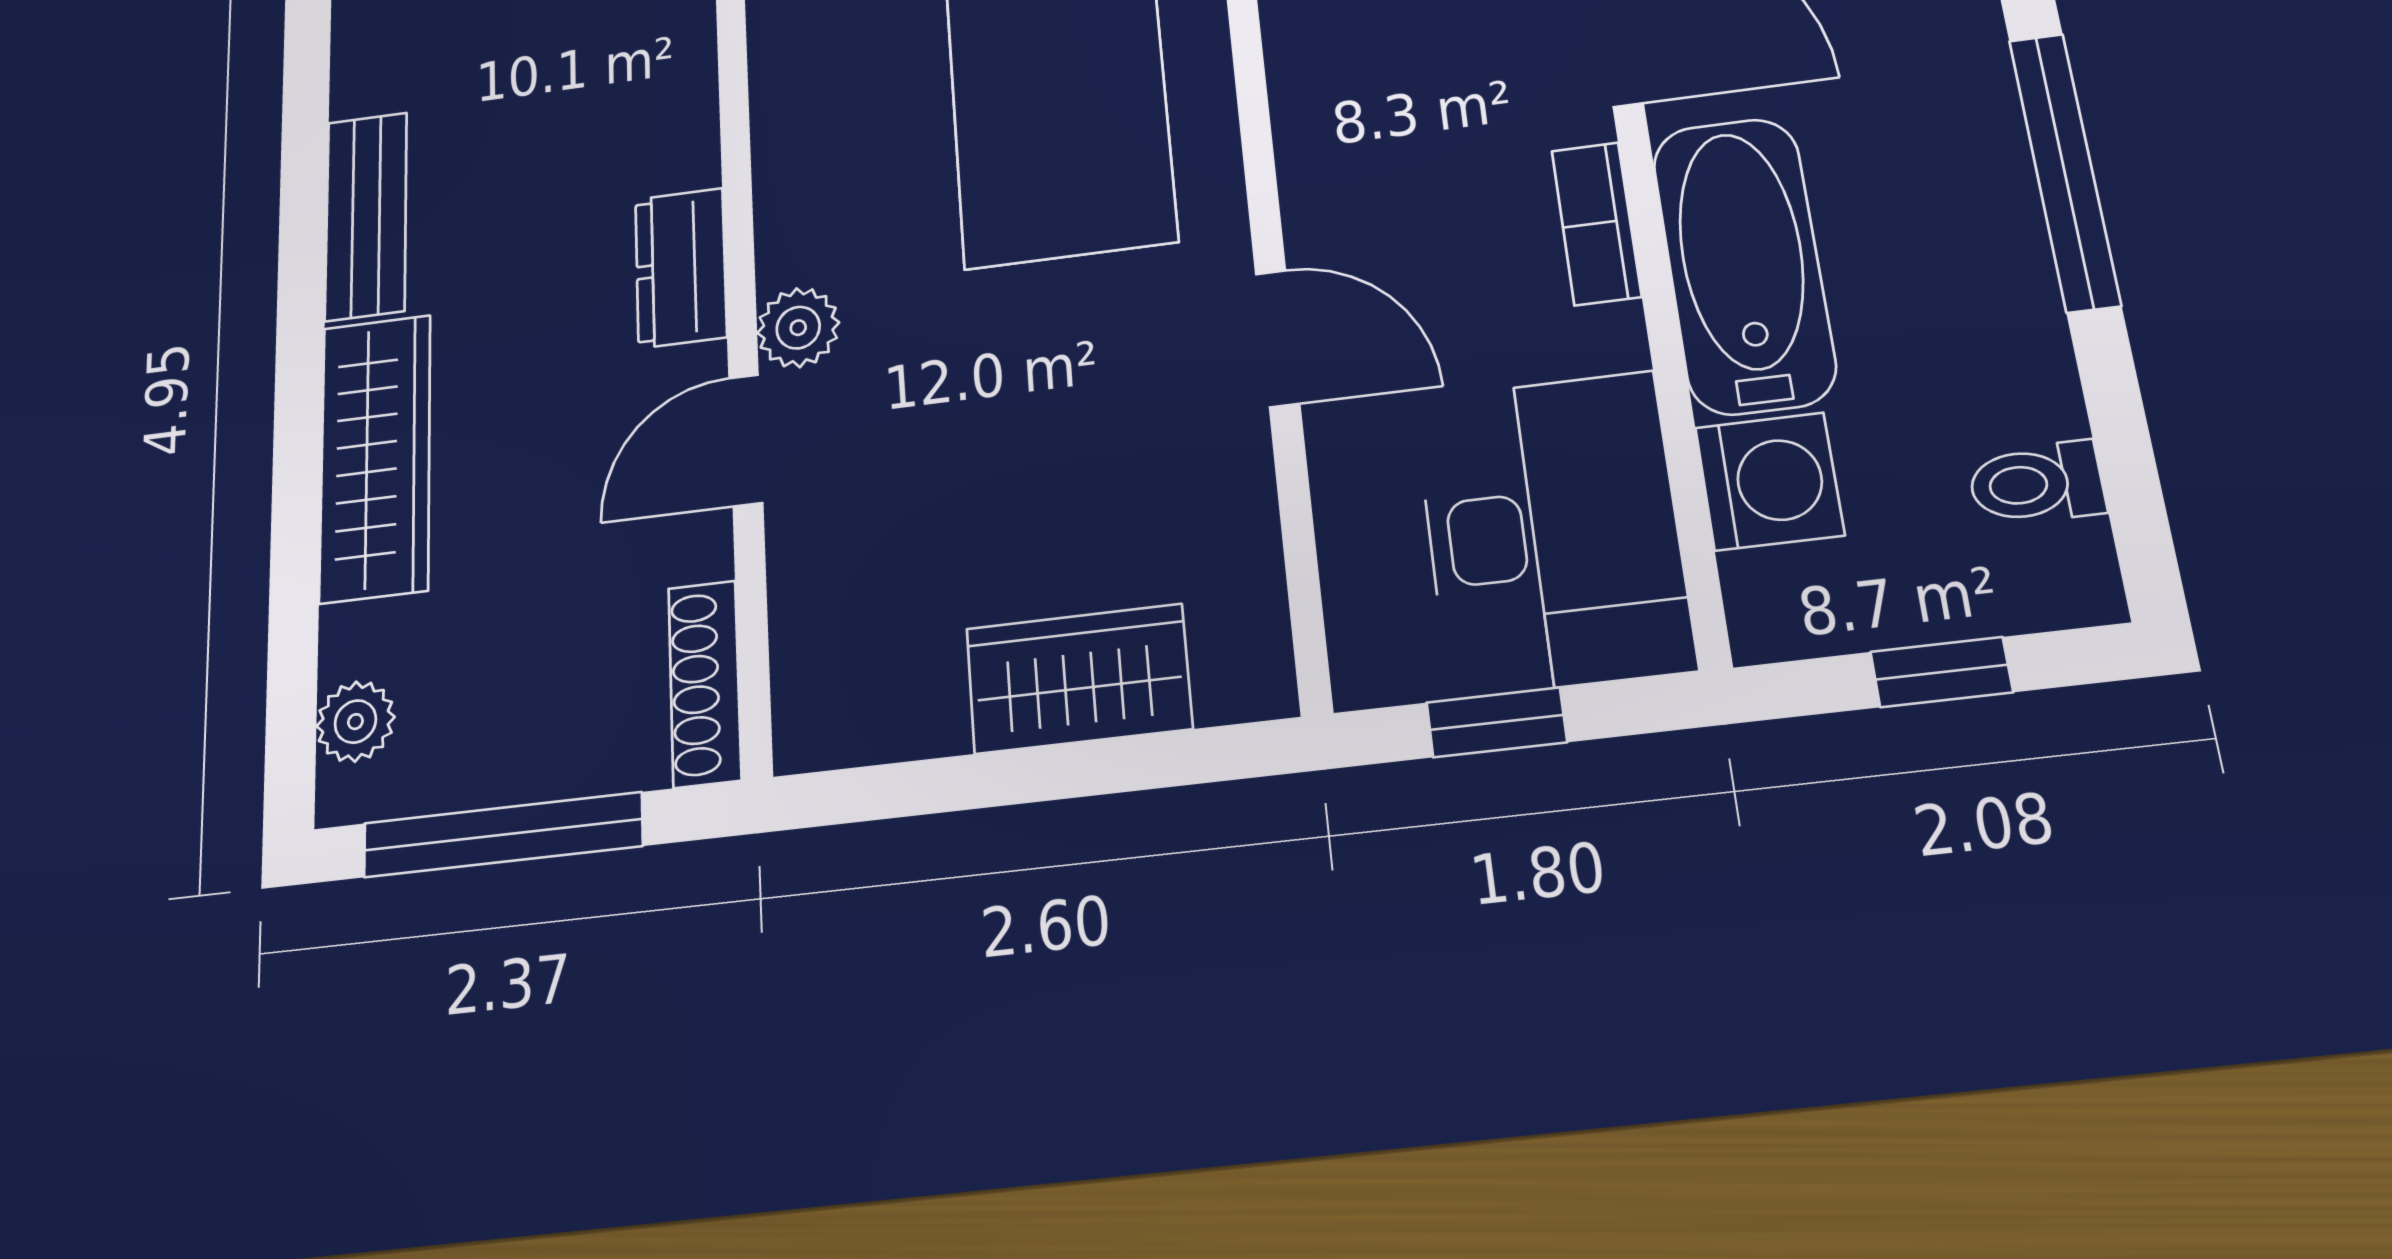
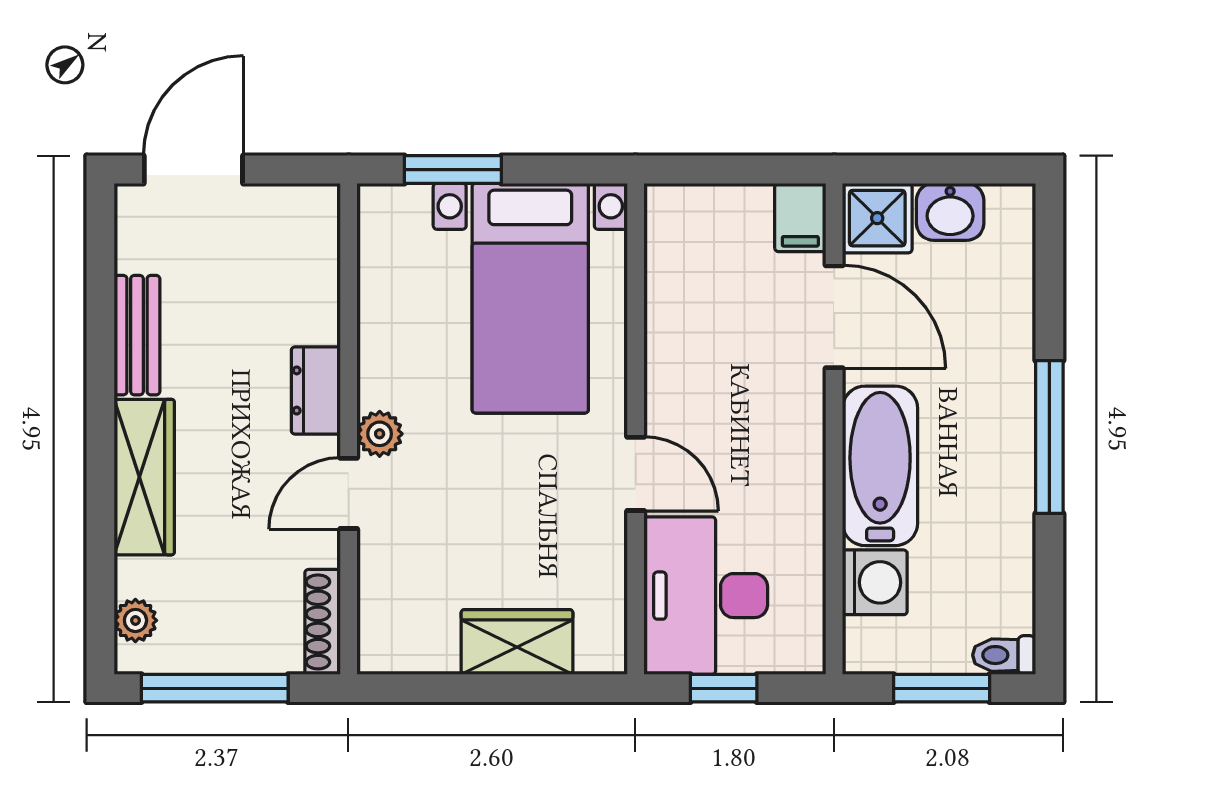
bookcase: (1596, 223) -> (808, 433), removed
toilet: (2036, 483) -> (1004, 655), moved
desk: (1553, 533) -> (706, 596), moved, turned 180
window: (1942, 672) -> (942, 688), width x1.50

